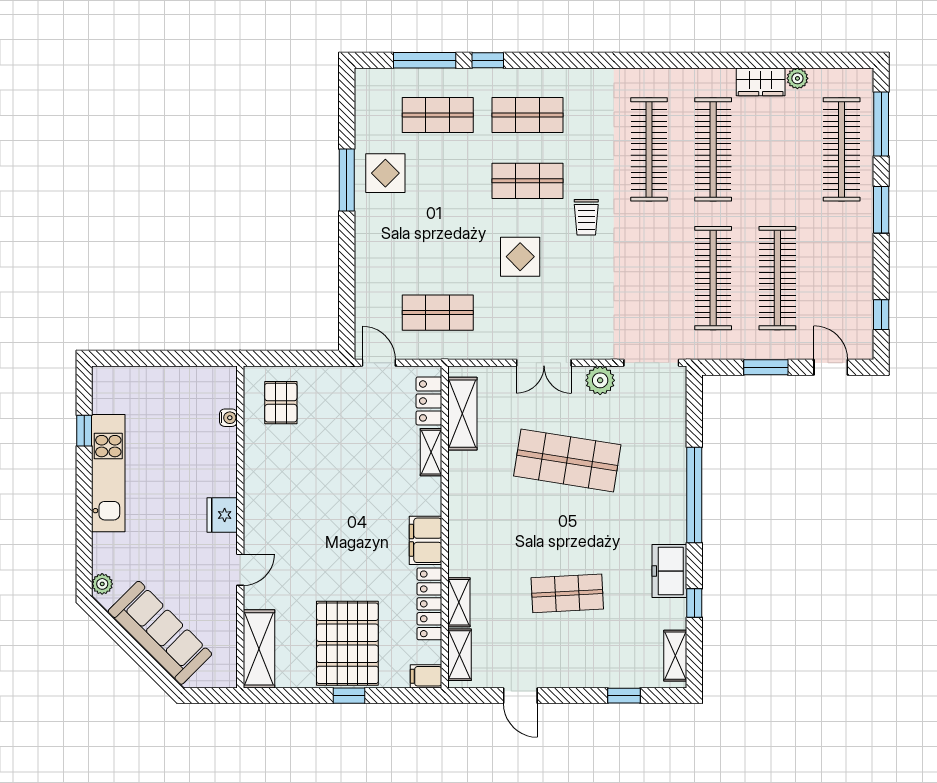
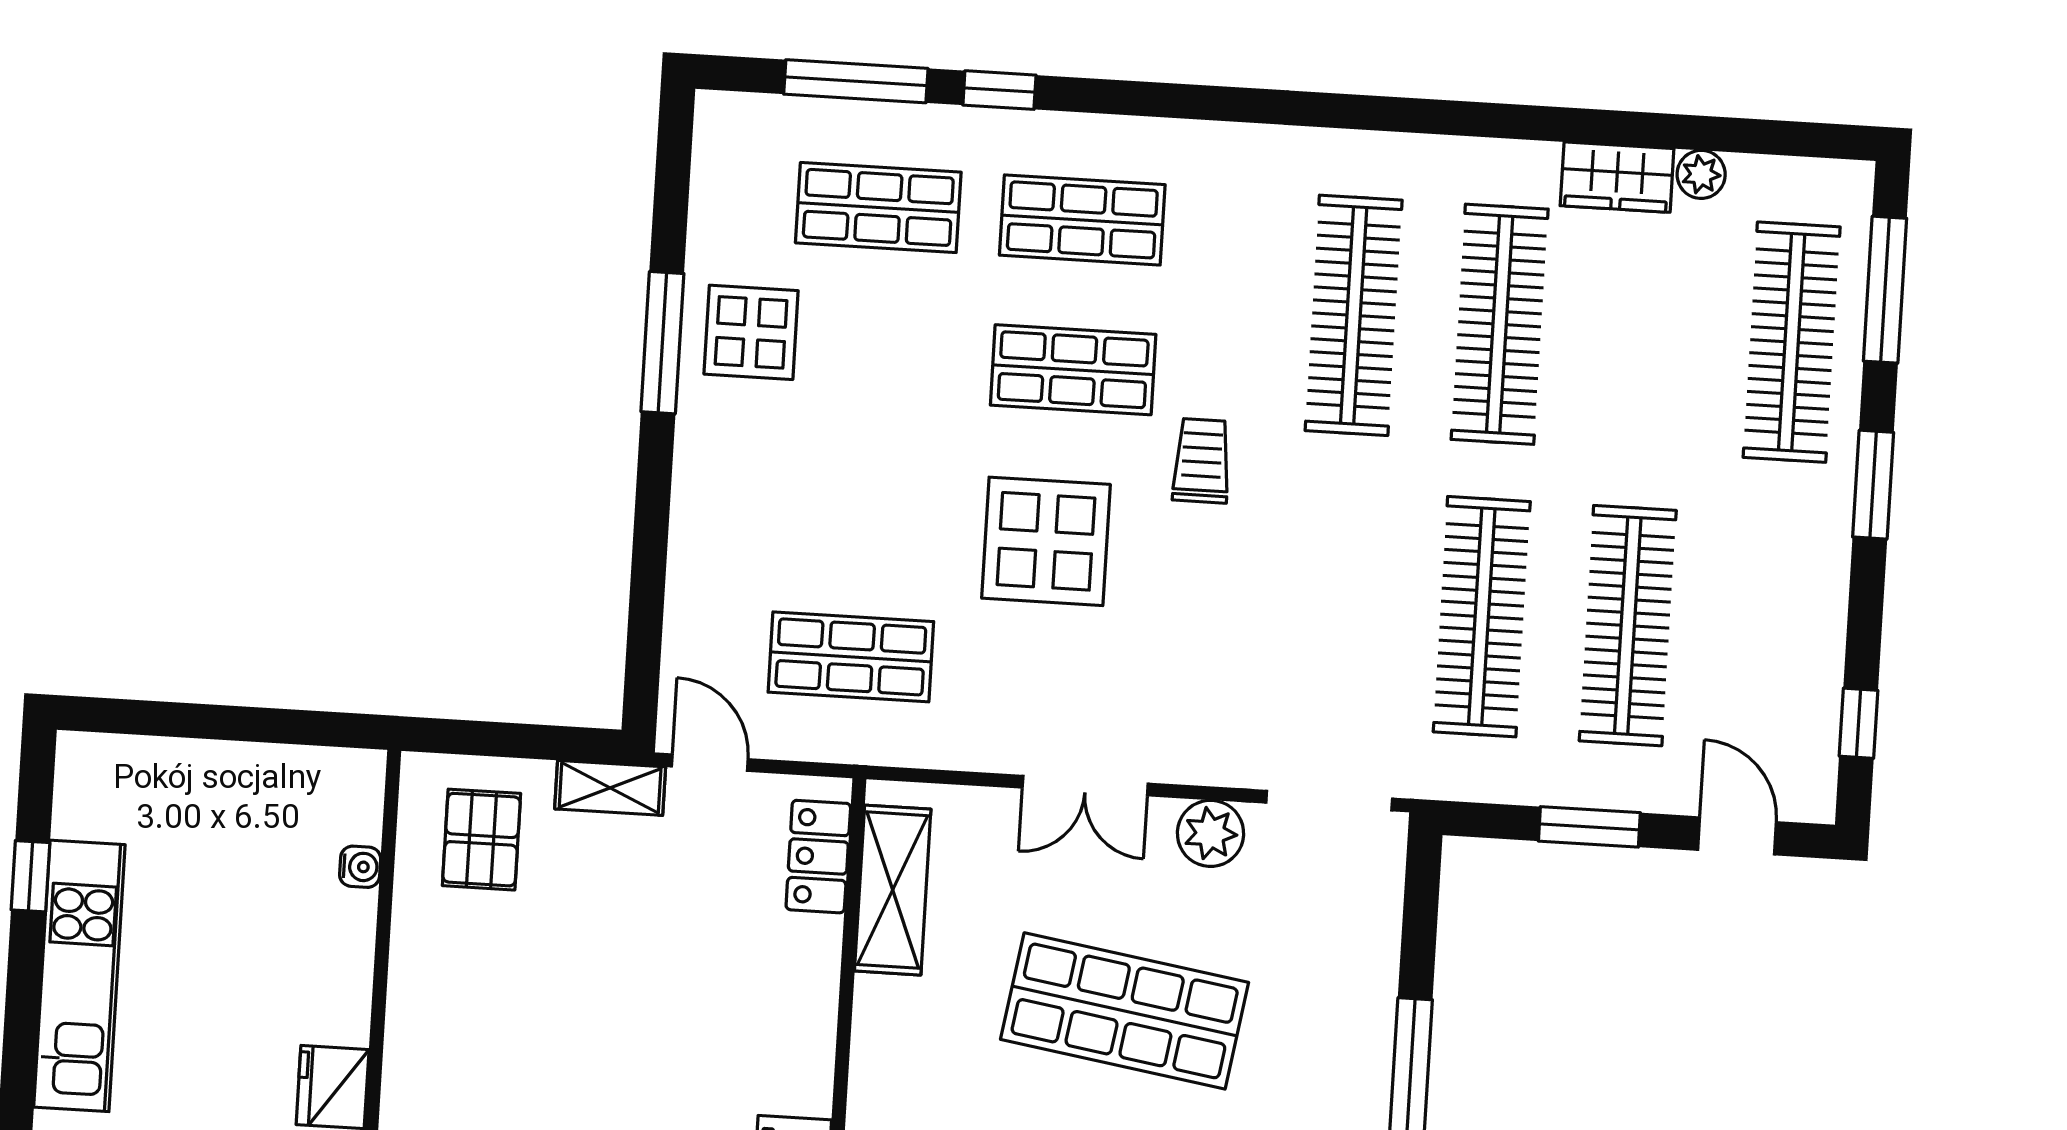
trolley: (586, 217) -> (1202, 461), turned 180
display table: (520, 257) -> (1046, 541), width x1.36, depth x1.36
shelving: (431, 452) -> (610, 788), moved, turned 90

